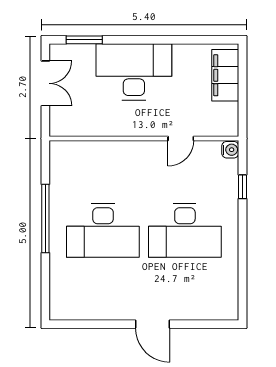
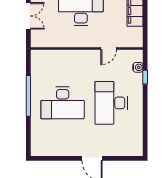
water cooler: (230, 150) -> (138, 67), moved
desk: (185, 230) -> (111, 103), turned 90

